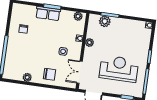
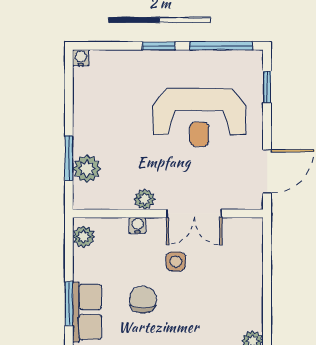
reception desk: (119, 69) -> (199, 117), turned -90
double door: (80, 72) -> (194, 214), moved
chair: (49, 74) -> (143, 300), moved

